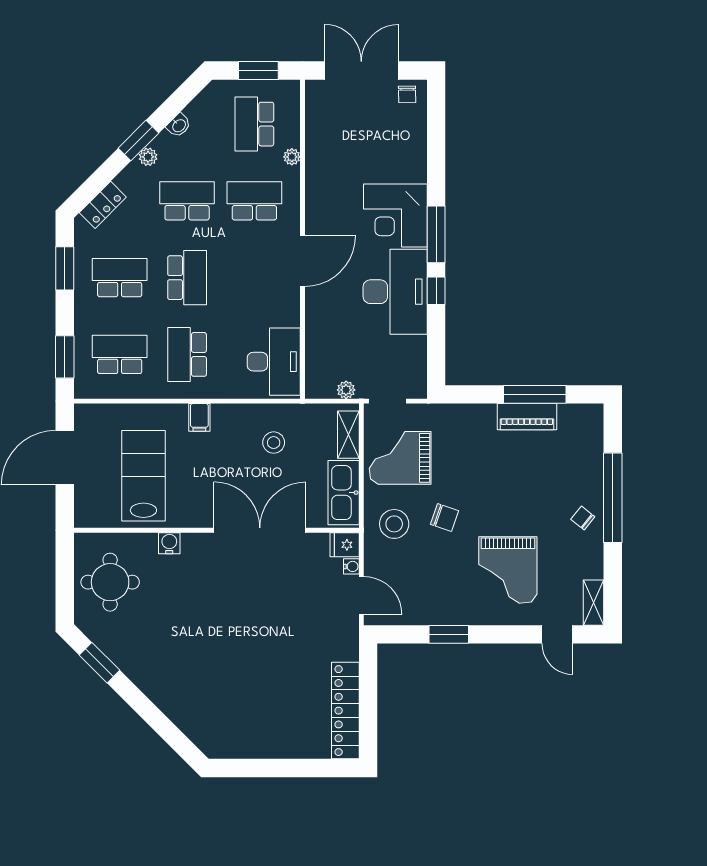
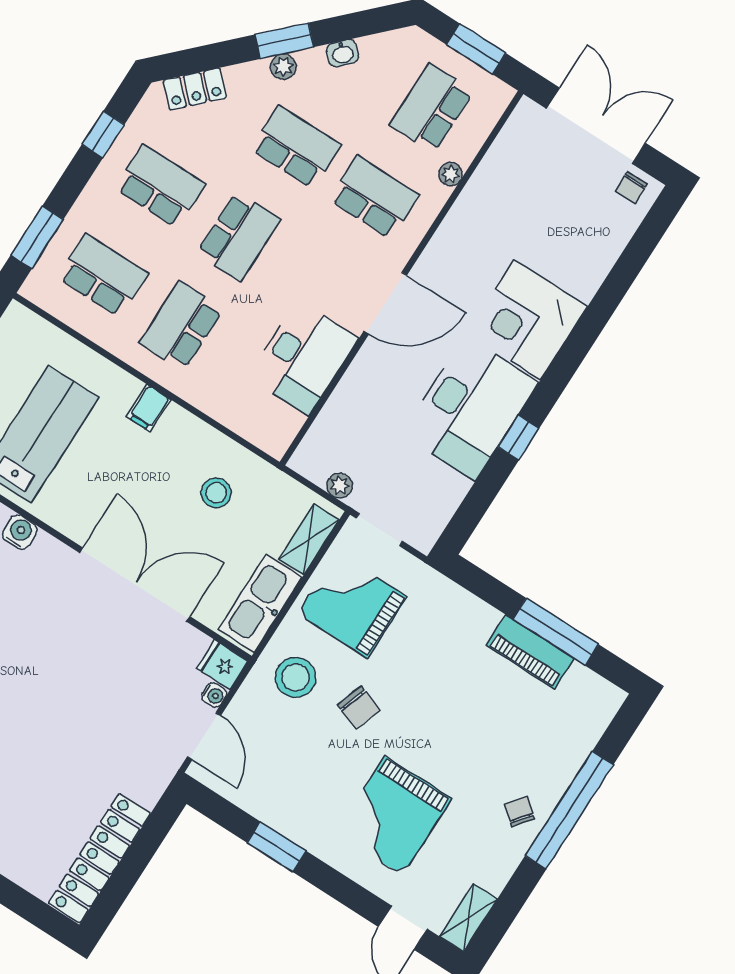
window: (436, 234) -> (561, 372), removed
window: (65, 268) -> (103, 134), width x0.67
desk: (274, 362) -> (303, 358), moved

